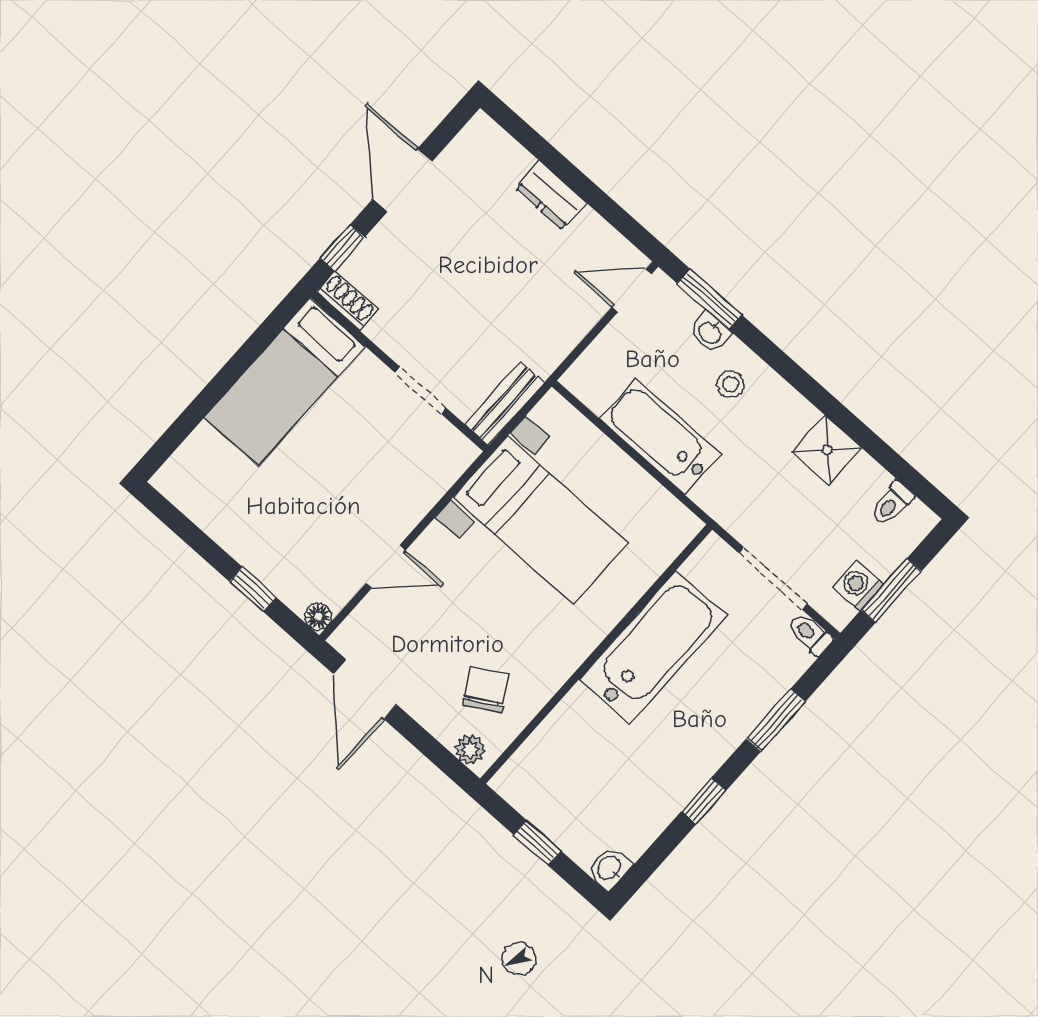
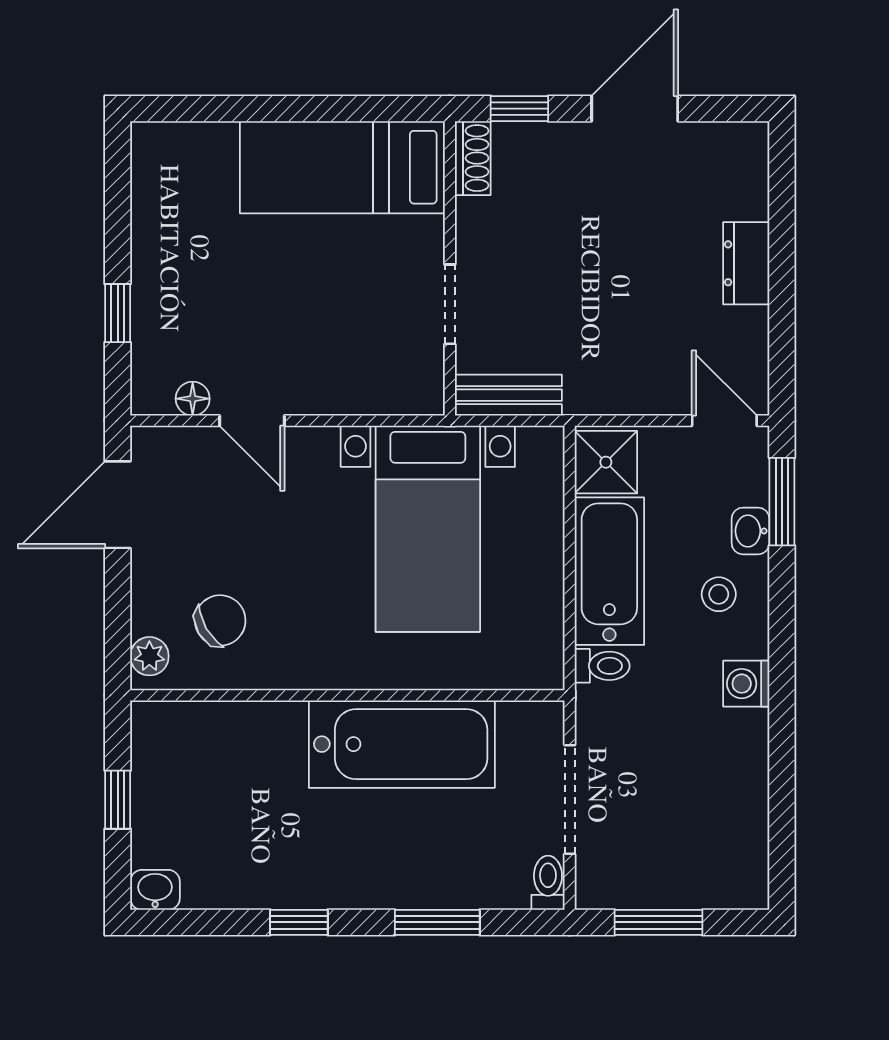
shower: (827, 450) -> (606, 462), moved
toilet: (892, 504) -> (602, 666), moved, turned 180
washing machine: (858, 585) -> (746, 684), moved, turned -90
floor lamp: (318, 617) -> (193, 399), moved

